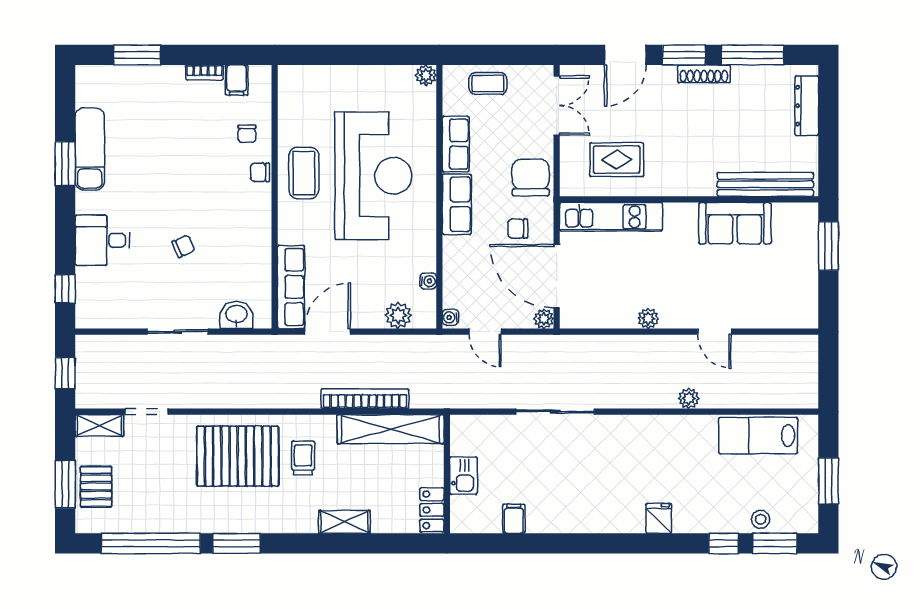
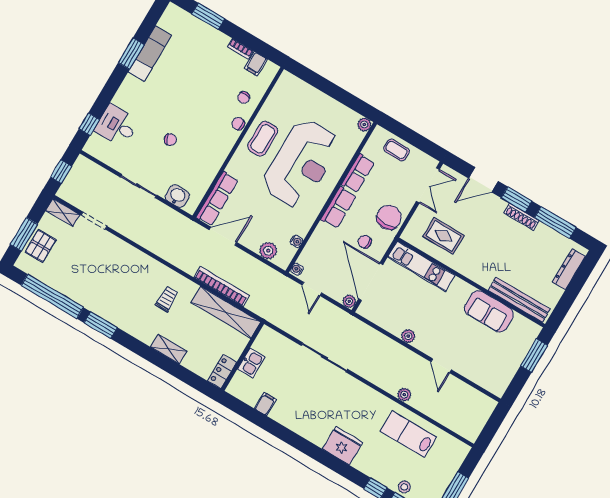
desk: (102, 240) -> (117, 126), moved
lab bench: (758, 436) -> (408, 434), moved
pallet: (238, 456) -> (131, 276), removed
fridge: (659, 518) -> (343, 446), width x1.88, depth x1.34

